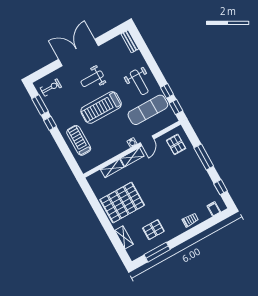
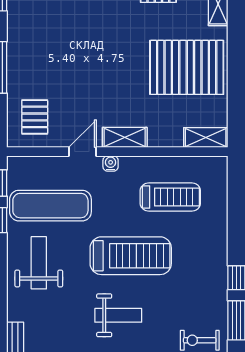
treadmill: (79, 140) -> (170, 197), moved, turned -90
shelving: (112, 168) -> (206, 138), moved

